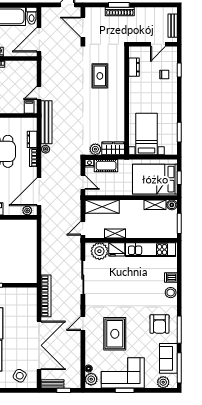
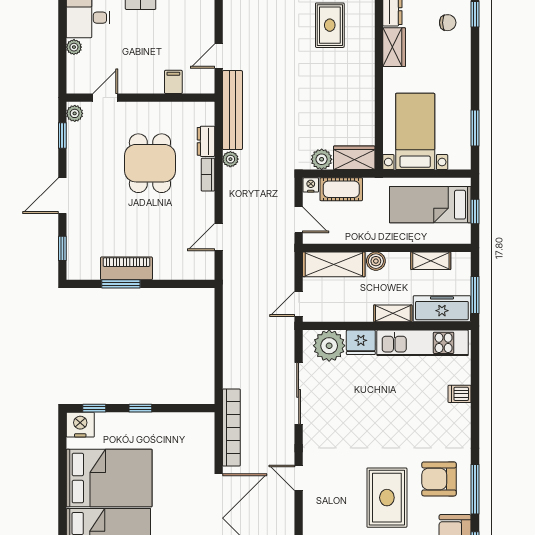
wardrobe: (135, 88) -> (394, 47), added
filing cabinet: (29, 107) -> (173, 82), moved
bed: (155, 179) -> (430, 205), width x0.67
door: (39, 192) -> (219, 237), width x0.53
boiler: (172, 205) -> (376, 261), moved
plant: (27, 211) -> (197, 271), removed
freezer: (161, 231) -> (442, 309), added
shelving: (115, 233) -> (393, 313), moved
stool: (171, 293) -> (459, 421), removed
door: (83, 323) -> (299, 478), hinge flipped
armchair: (160, 324) -> (439, 479), turned 90
rug: (115, 334) -> (387, 498), moved

